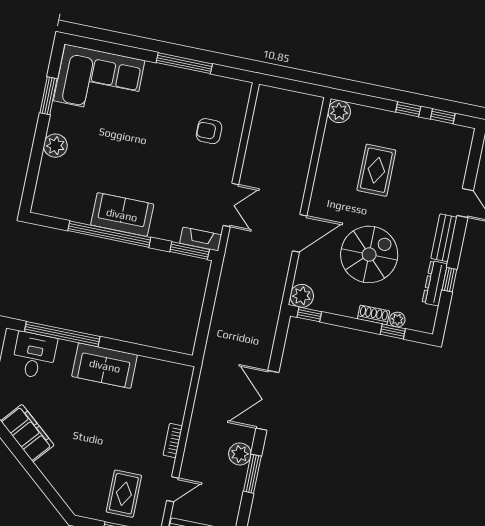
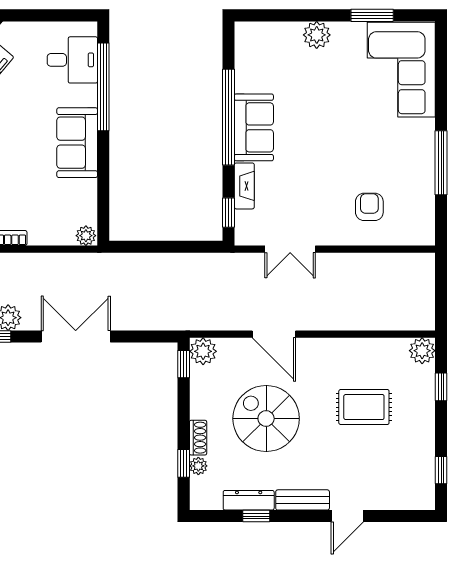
window: (408, 109) -> (441, 387), moved
fireplace: (201, 239) -> (244, 186), moved
window: (190, 251) -> (228, 213), width x0.67
spiral stairs: (369, 254) -> (266, 419), turned 180
plant: (184, 374) -> (86, 236), added

